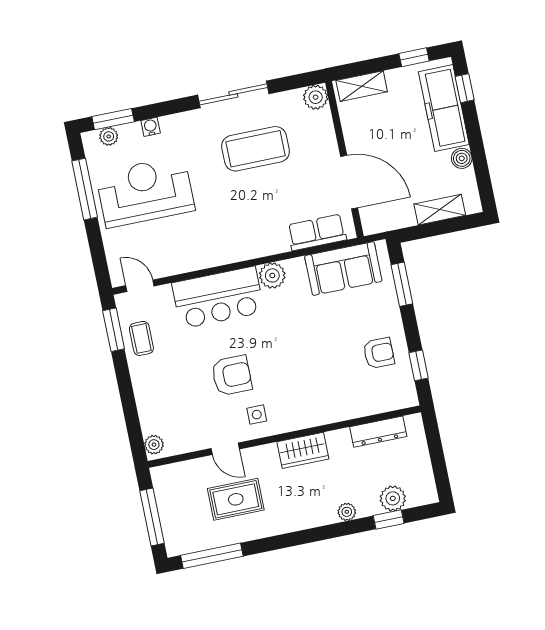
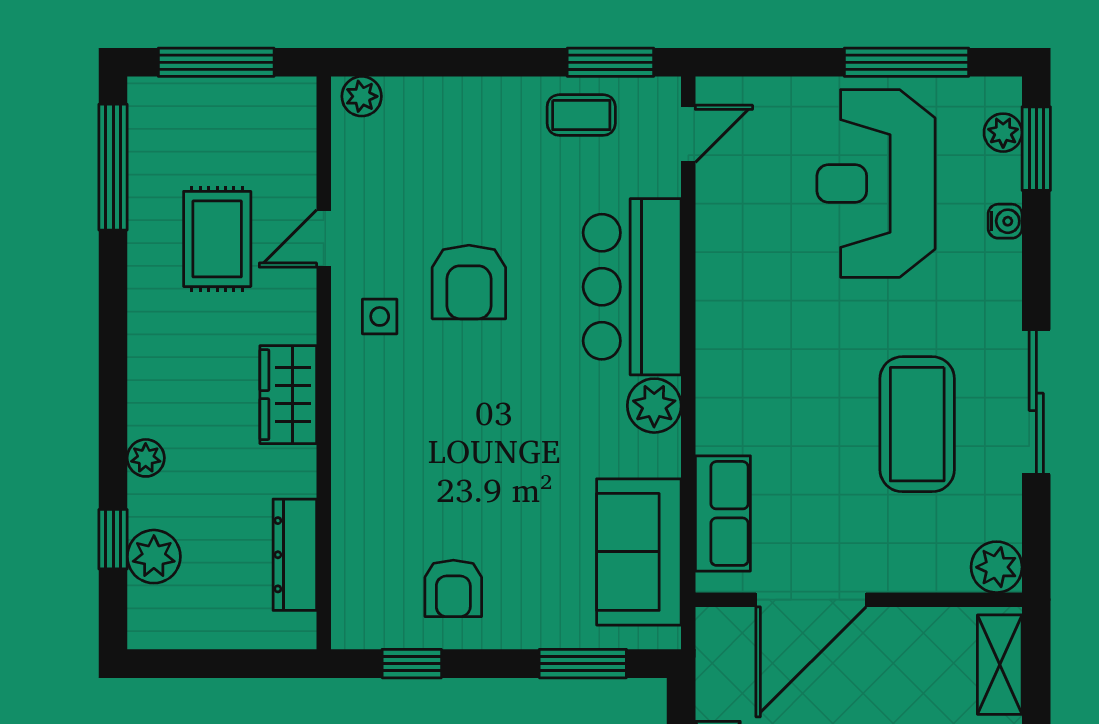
reception desk: (145, 192) -> (876, 183), turned 180

